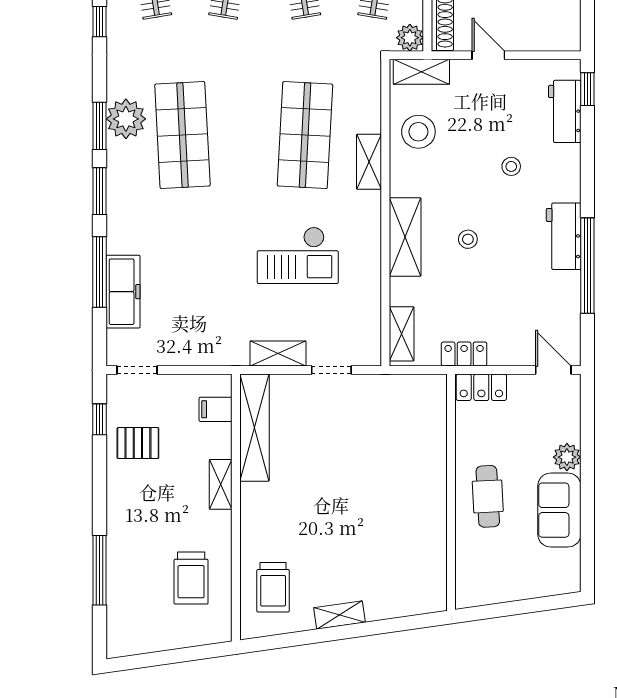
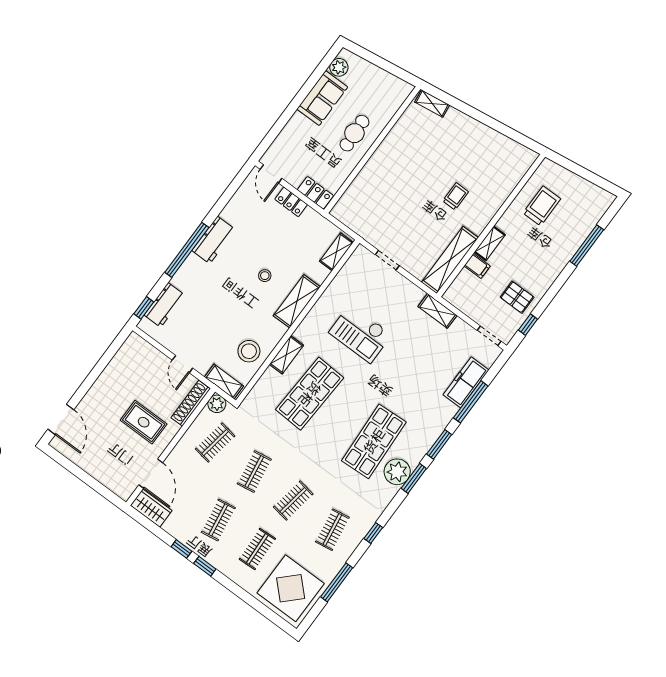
stool: (511, 166) -> (214, 297), removed
checkout: (298, 255) -> (360, 333), turned 180
window: (587, 266) -> (187, 250), moved
shelving: (278, 353) -> (437, 311), moved
locker: (464, 354) -> (291, 202), moved
filing cabinet: (216, 409) -> (477, 266), moved
plant: (567, 457) -> (339, 67), moved
trolley: (273, 587) -> (456, 196), moved, width x0.73, depth x0.72
shelving: (340, 615) -> (432, 104), moved

